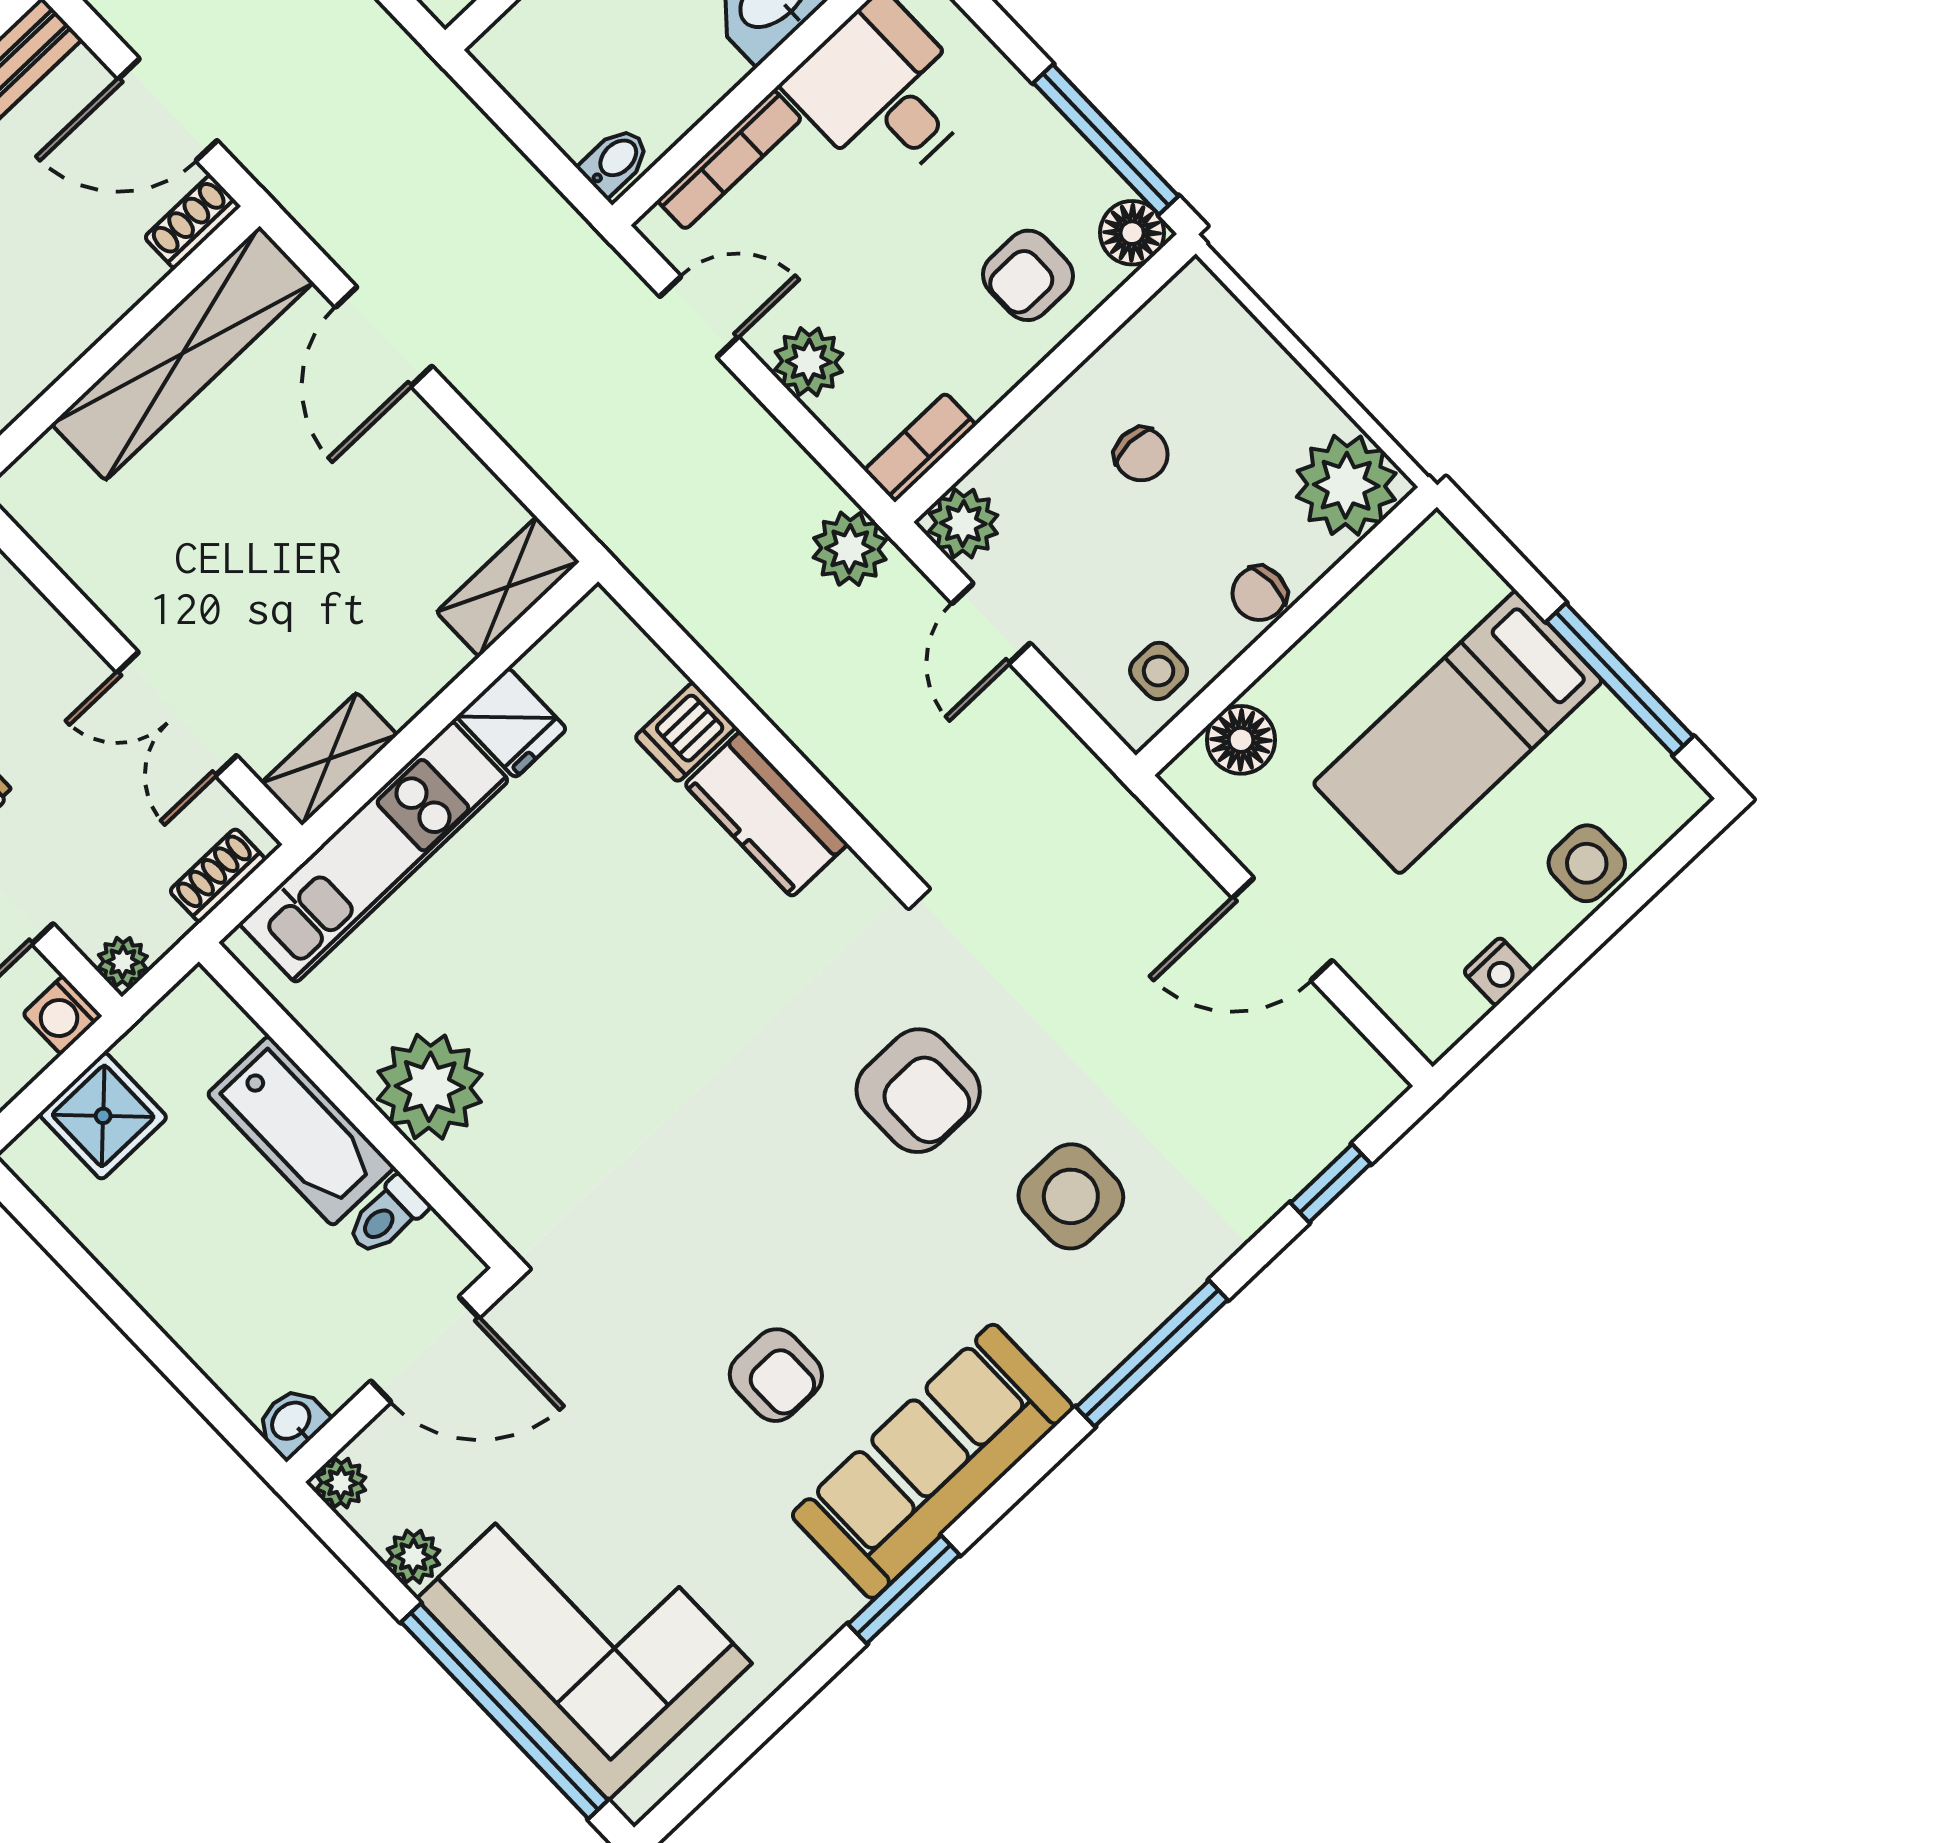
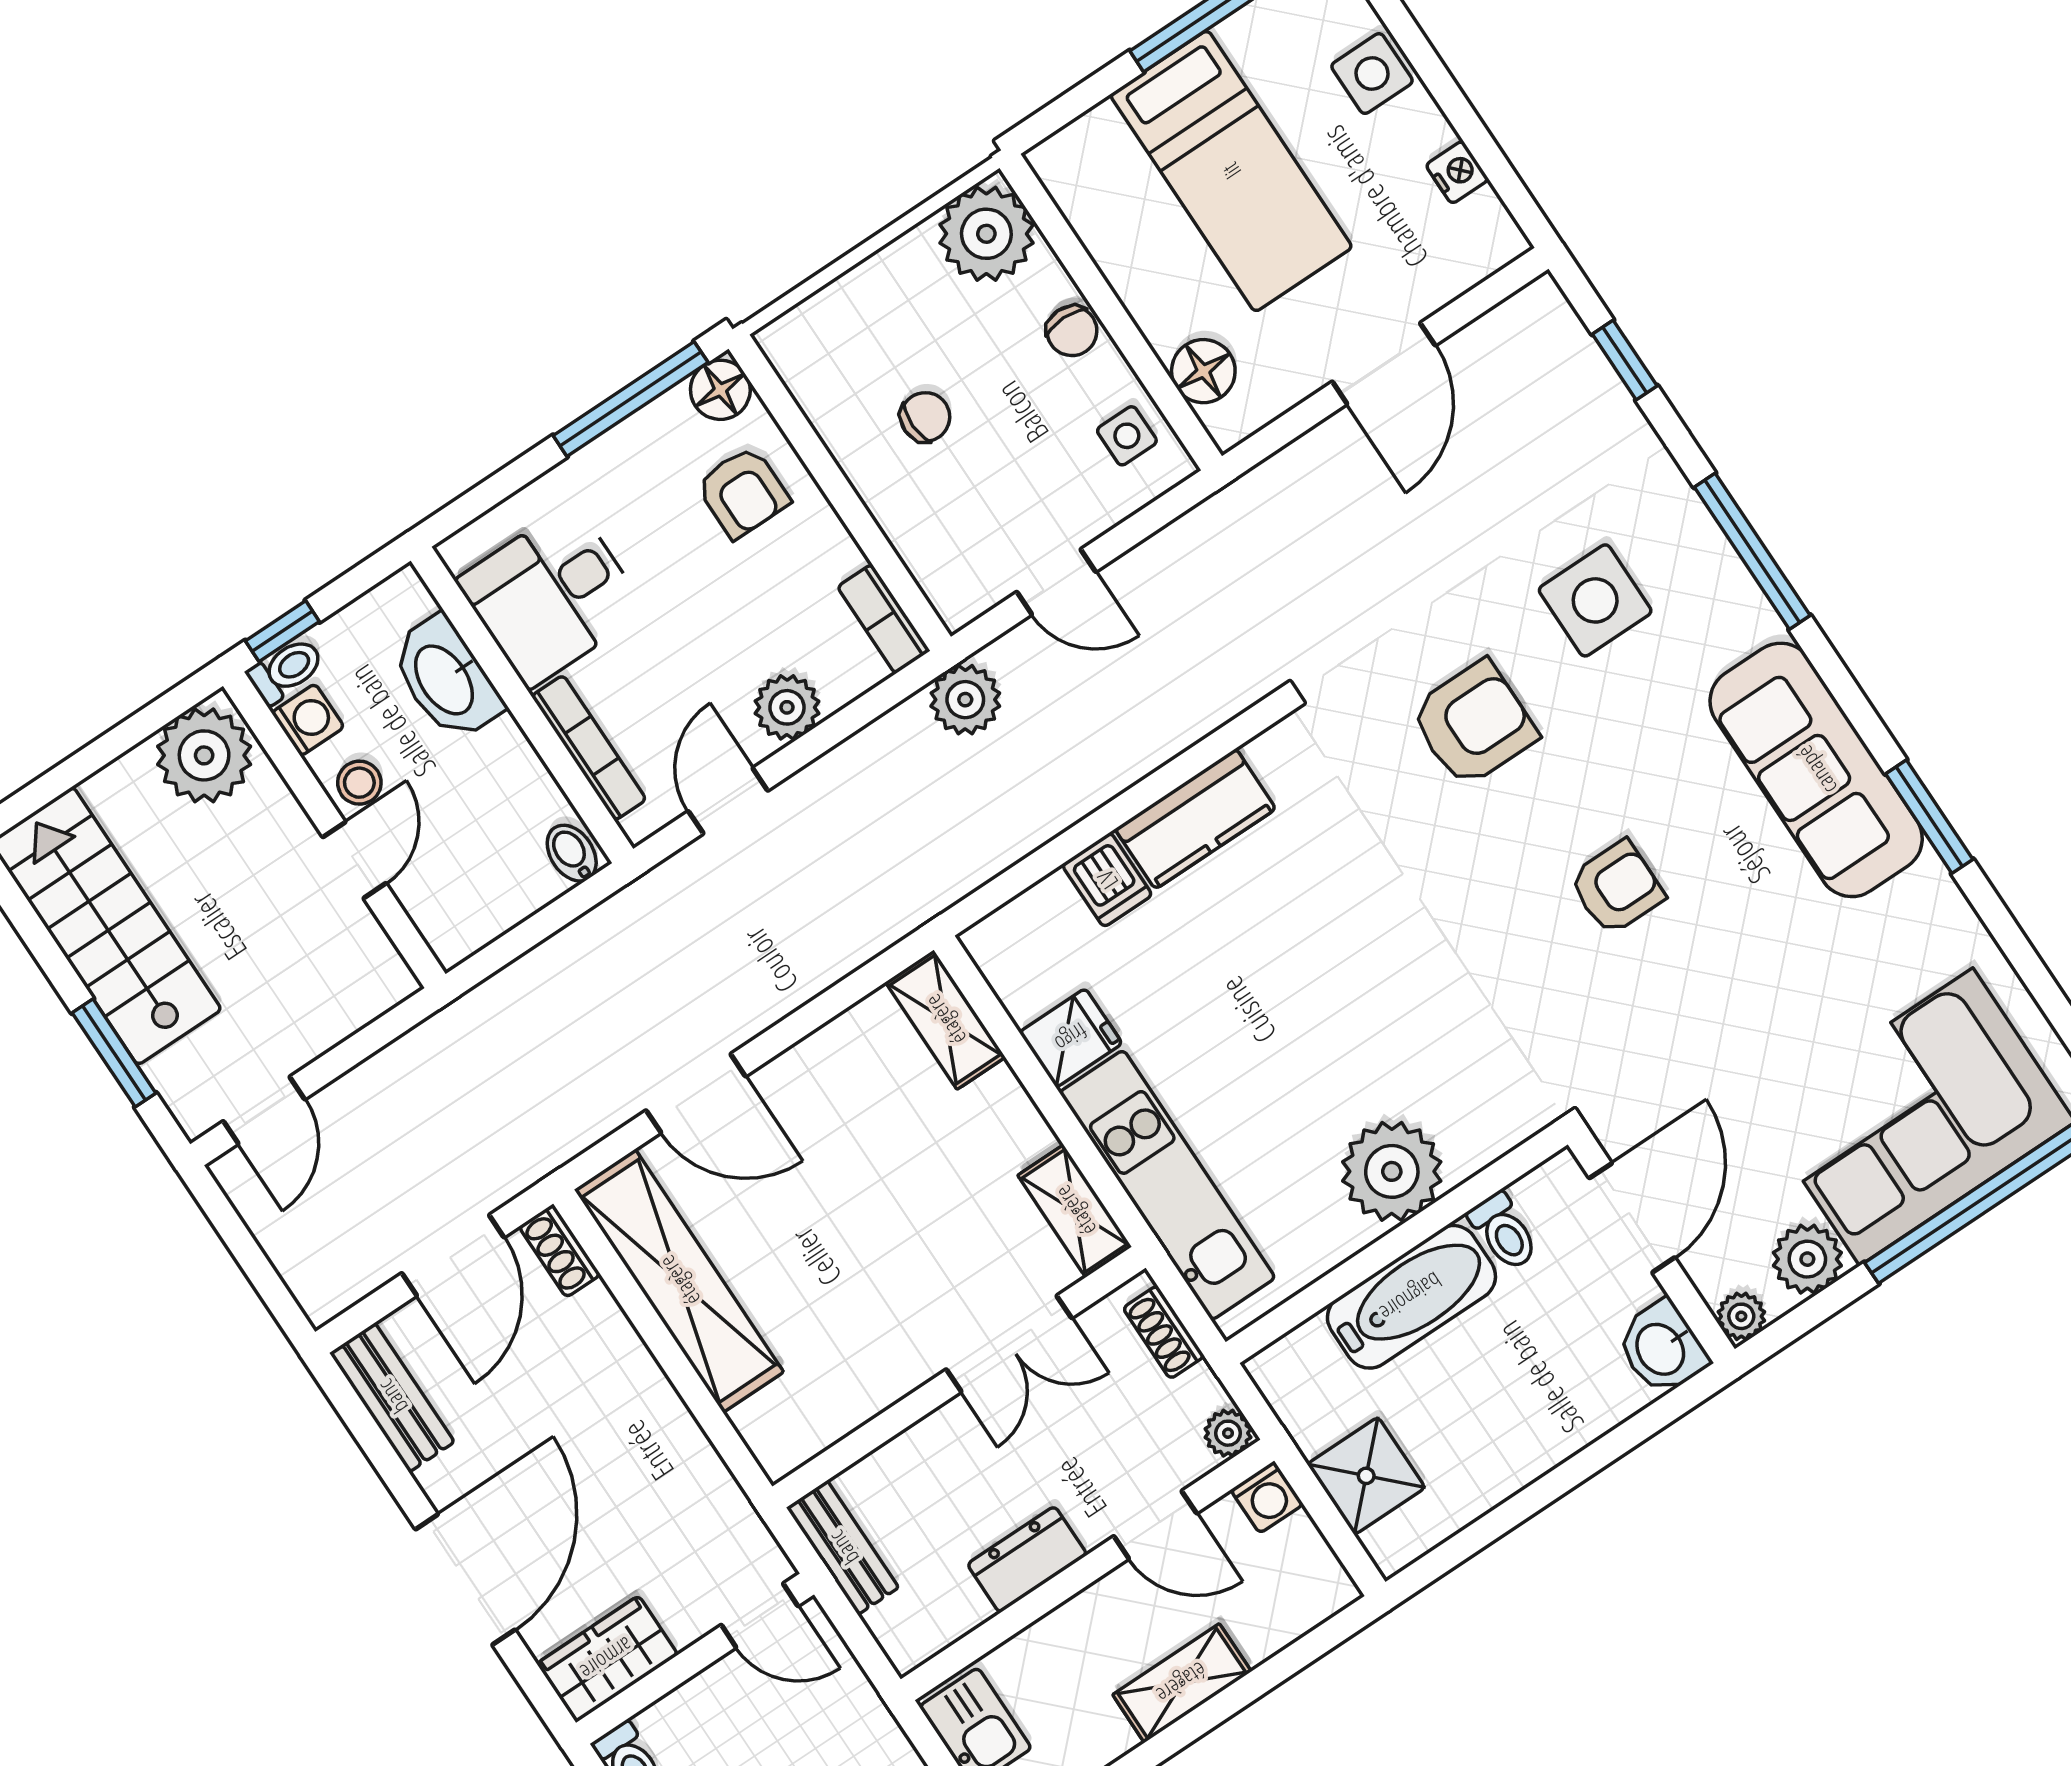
plant: (963, 523) -> (960, 591), removed
armchair: (776, 1375) -> (1617, 888), moved
washbasin: (292, 1422) -> (1662, 1348), width x1.38, depth x1.45
plant: (413, 1557) -> (1807, 1259), width x1.38, depth x1.38

